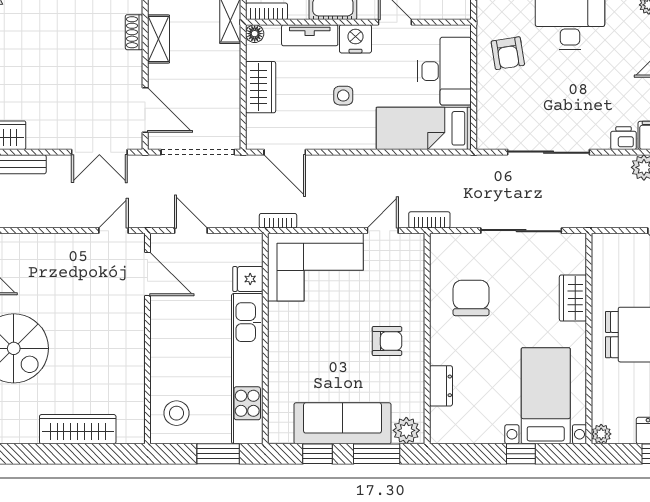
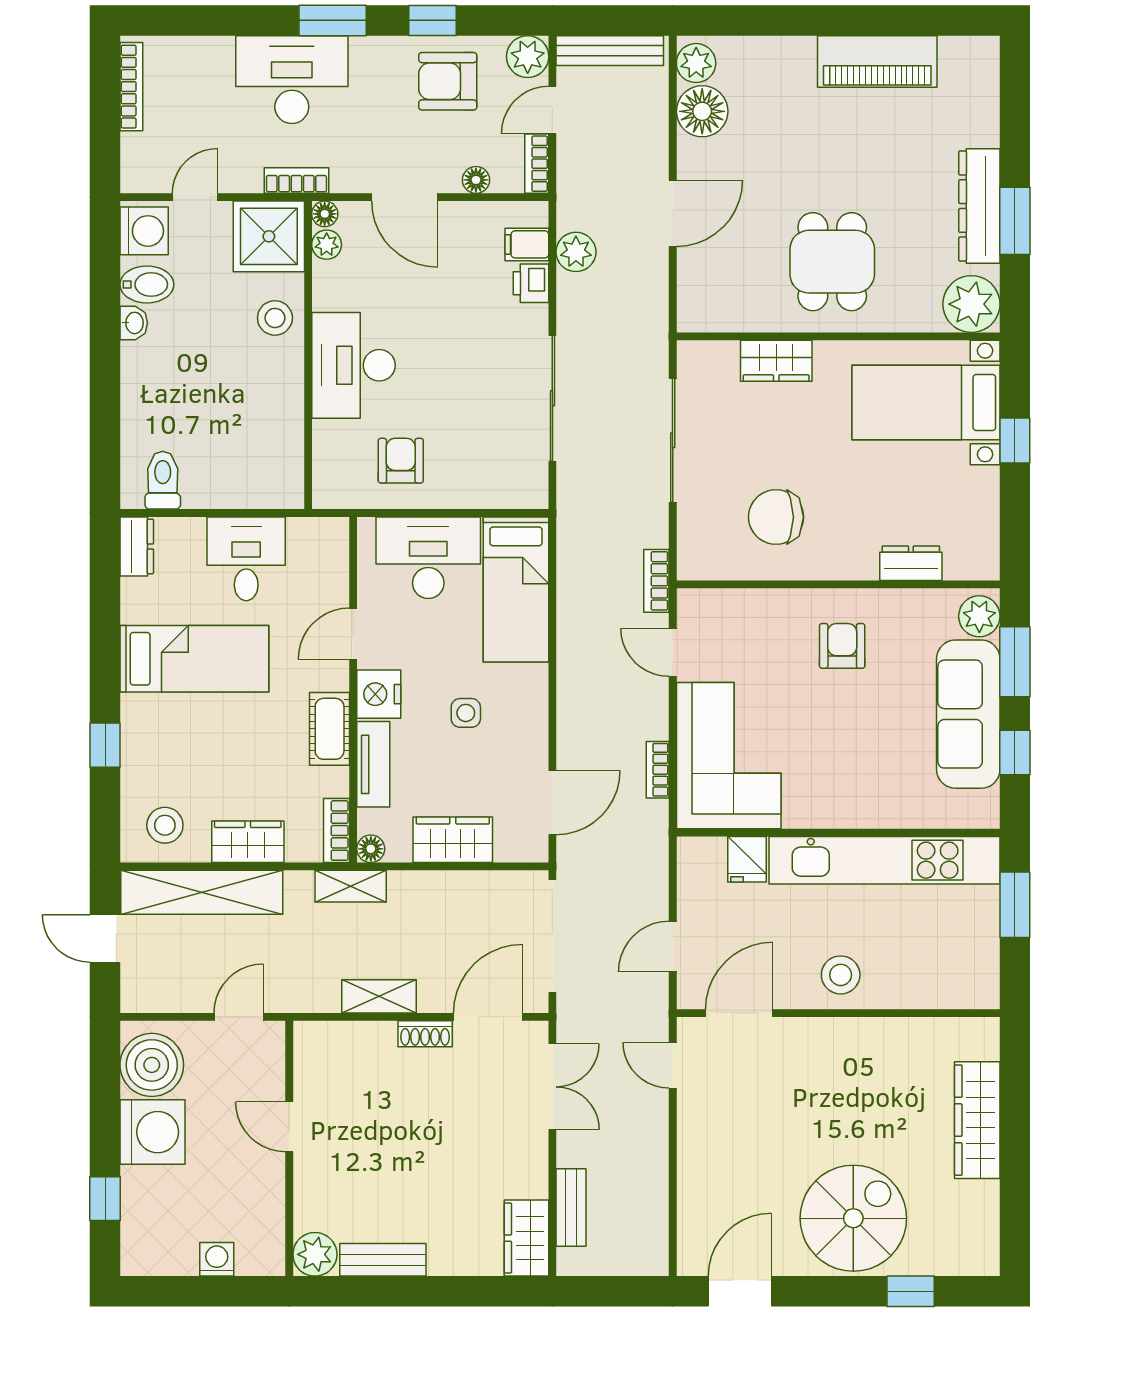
shoe rack: (134, 32) -> (425, 1034), moved
armchair: (508, 53) -> (401, 461), turned -81
bookcase: (278, 221) -> (658, 770), moved
stool: (177, 413) -> (841, 975), moved
plant: (601, 434) -> (971, 304), width x1.88, depth x1.88

